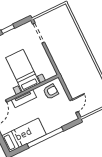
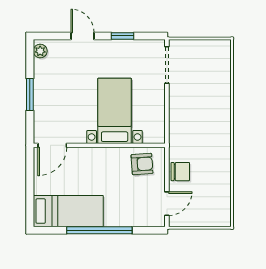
chair: (73, 86) -> (180, 172), added
tv unit: (24, 99) -> (96, 155), removed

